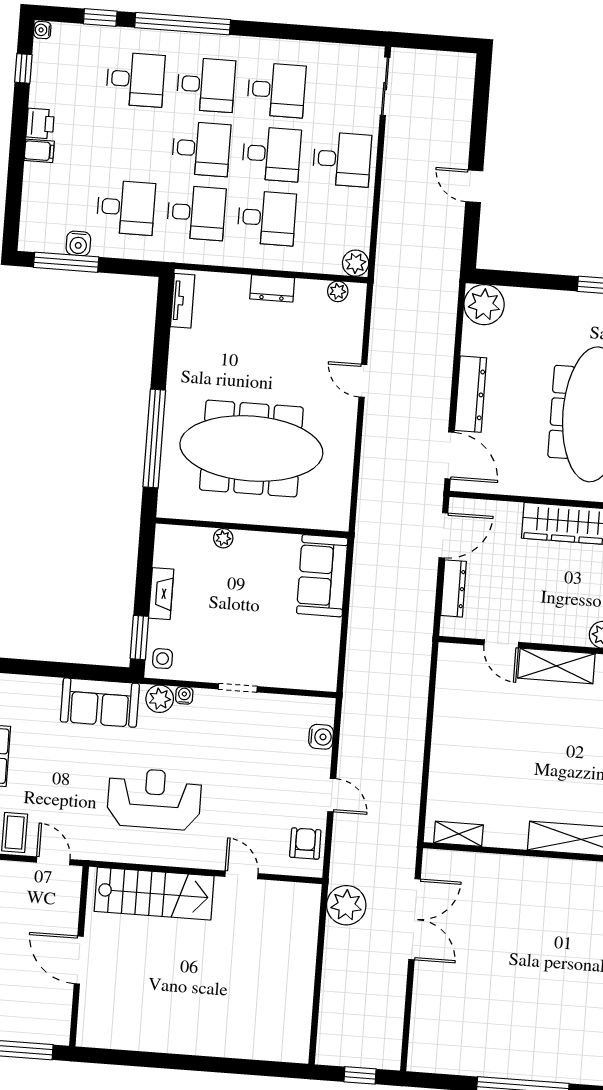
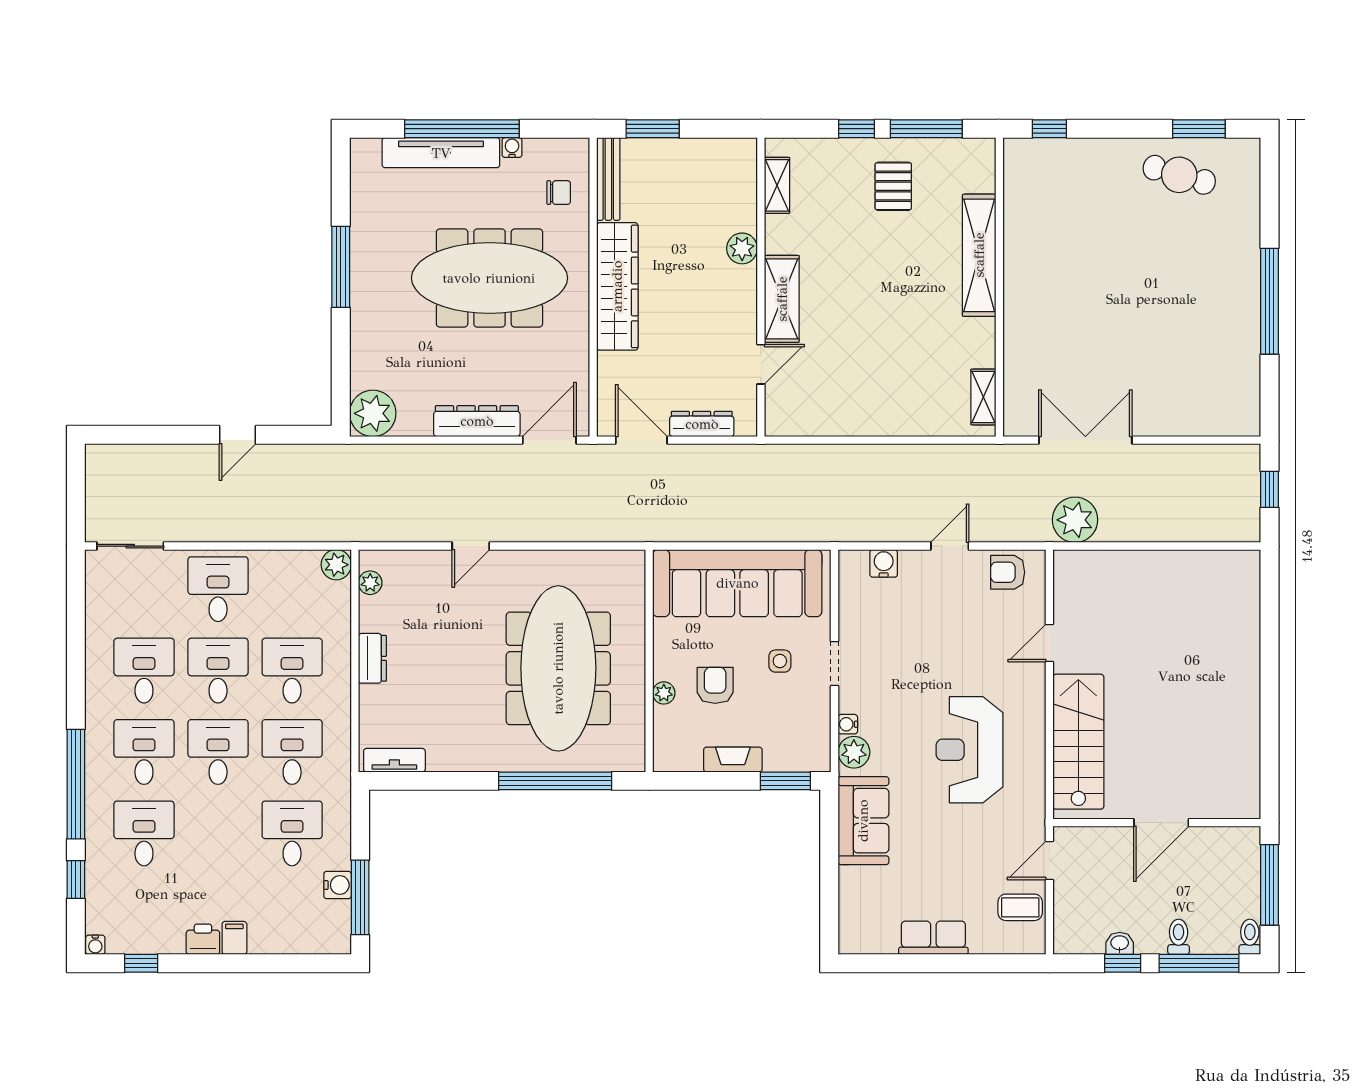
sofa: (322, 576) -> (737, 583), width x1.85, depth x1.27
armchair: (227, 583) -> (715, 685), added
side table: (163, 659) -> (780, 661), moved

